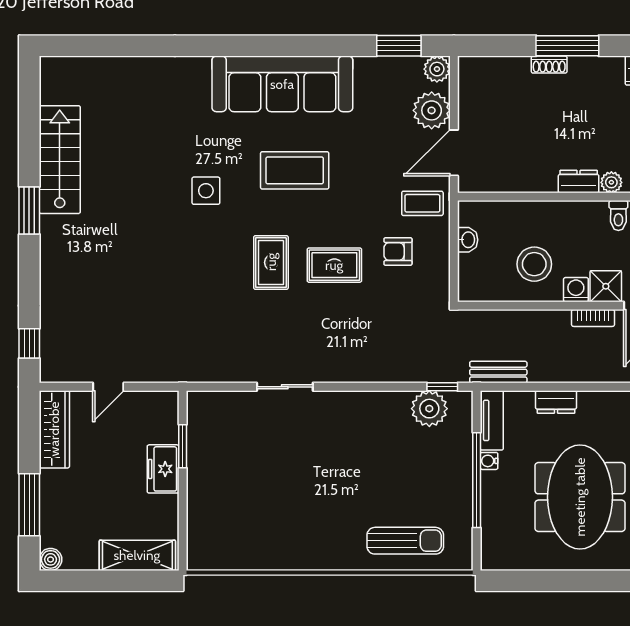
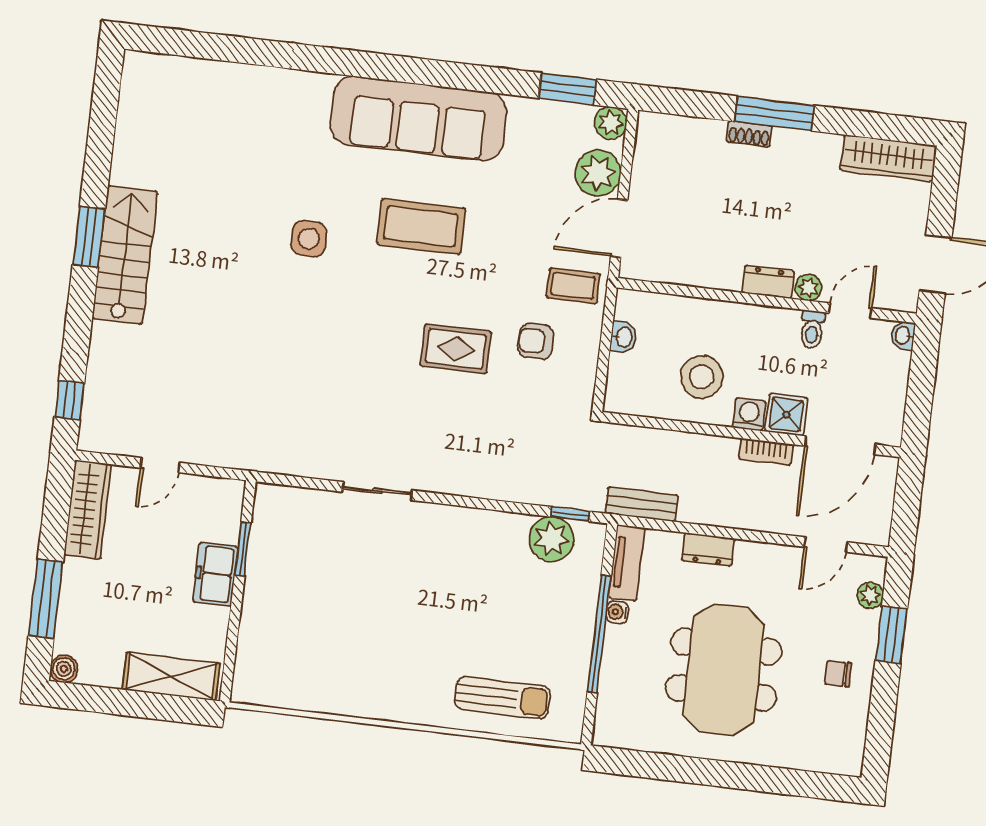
stairs: (60, 160) -> (125, 255), moved
rug: (271, 262) -> (378, 336), removed

